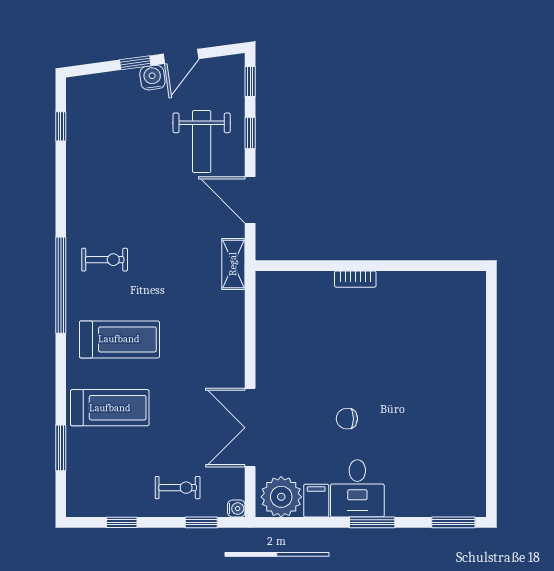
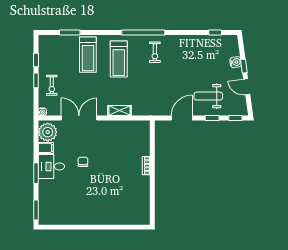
water cooler: (152, 78) -> (236, 62), moved
shelving: (233, 264) -> (120, 110), moved
window: (201, 522) -> (36, 80), moved

